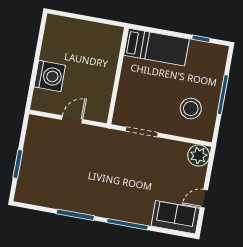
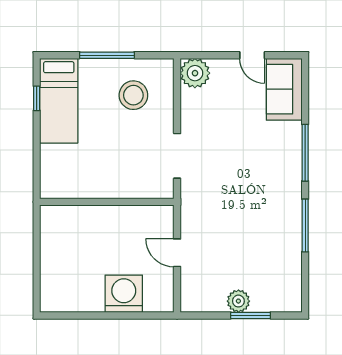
bed: (156, 47) -> (59, 101), moved, turned 180
plant: (30, 157) -> (238, 301), added

